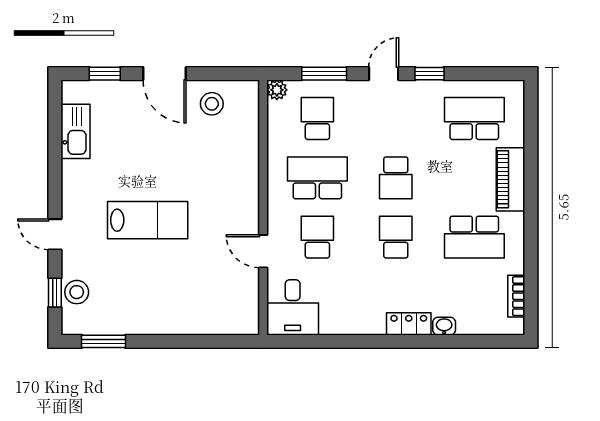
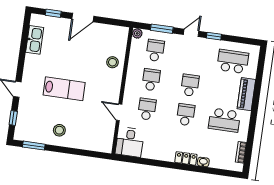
door: (164, 74) -> (83, 17), hinge flipped
stool: (212, 104) -> (112, 62), moved
school desk: (317, 178) -> (151, 80), width x0.54
school desk: (396, 178) -> (190, 85), turned 180
stool: (77, 292) -> (59, 130), moved

